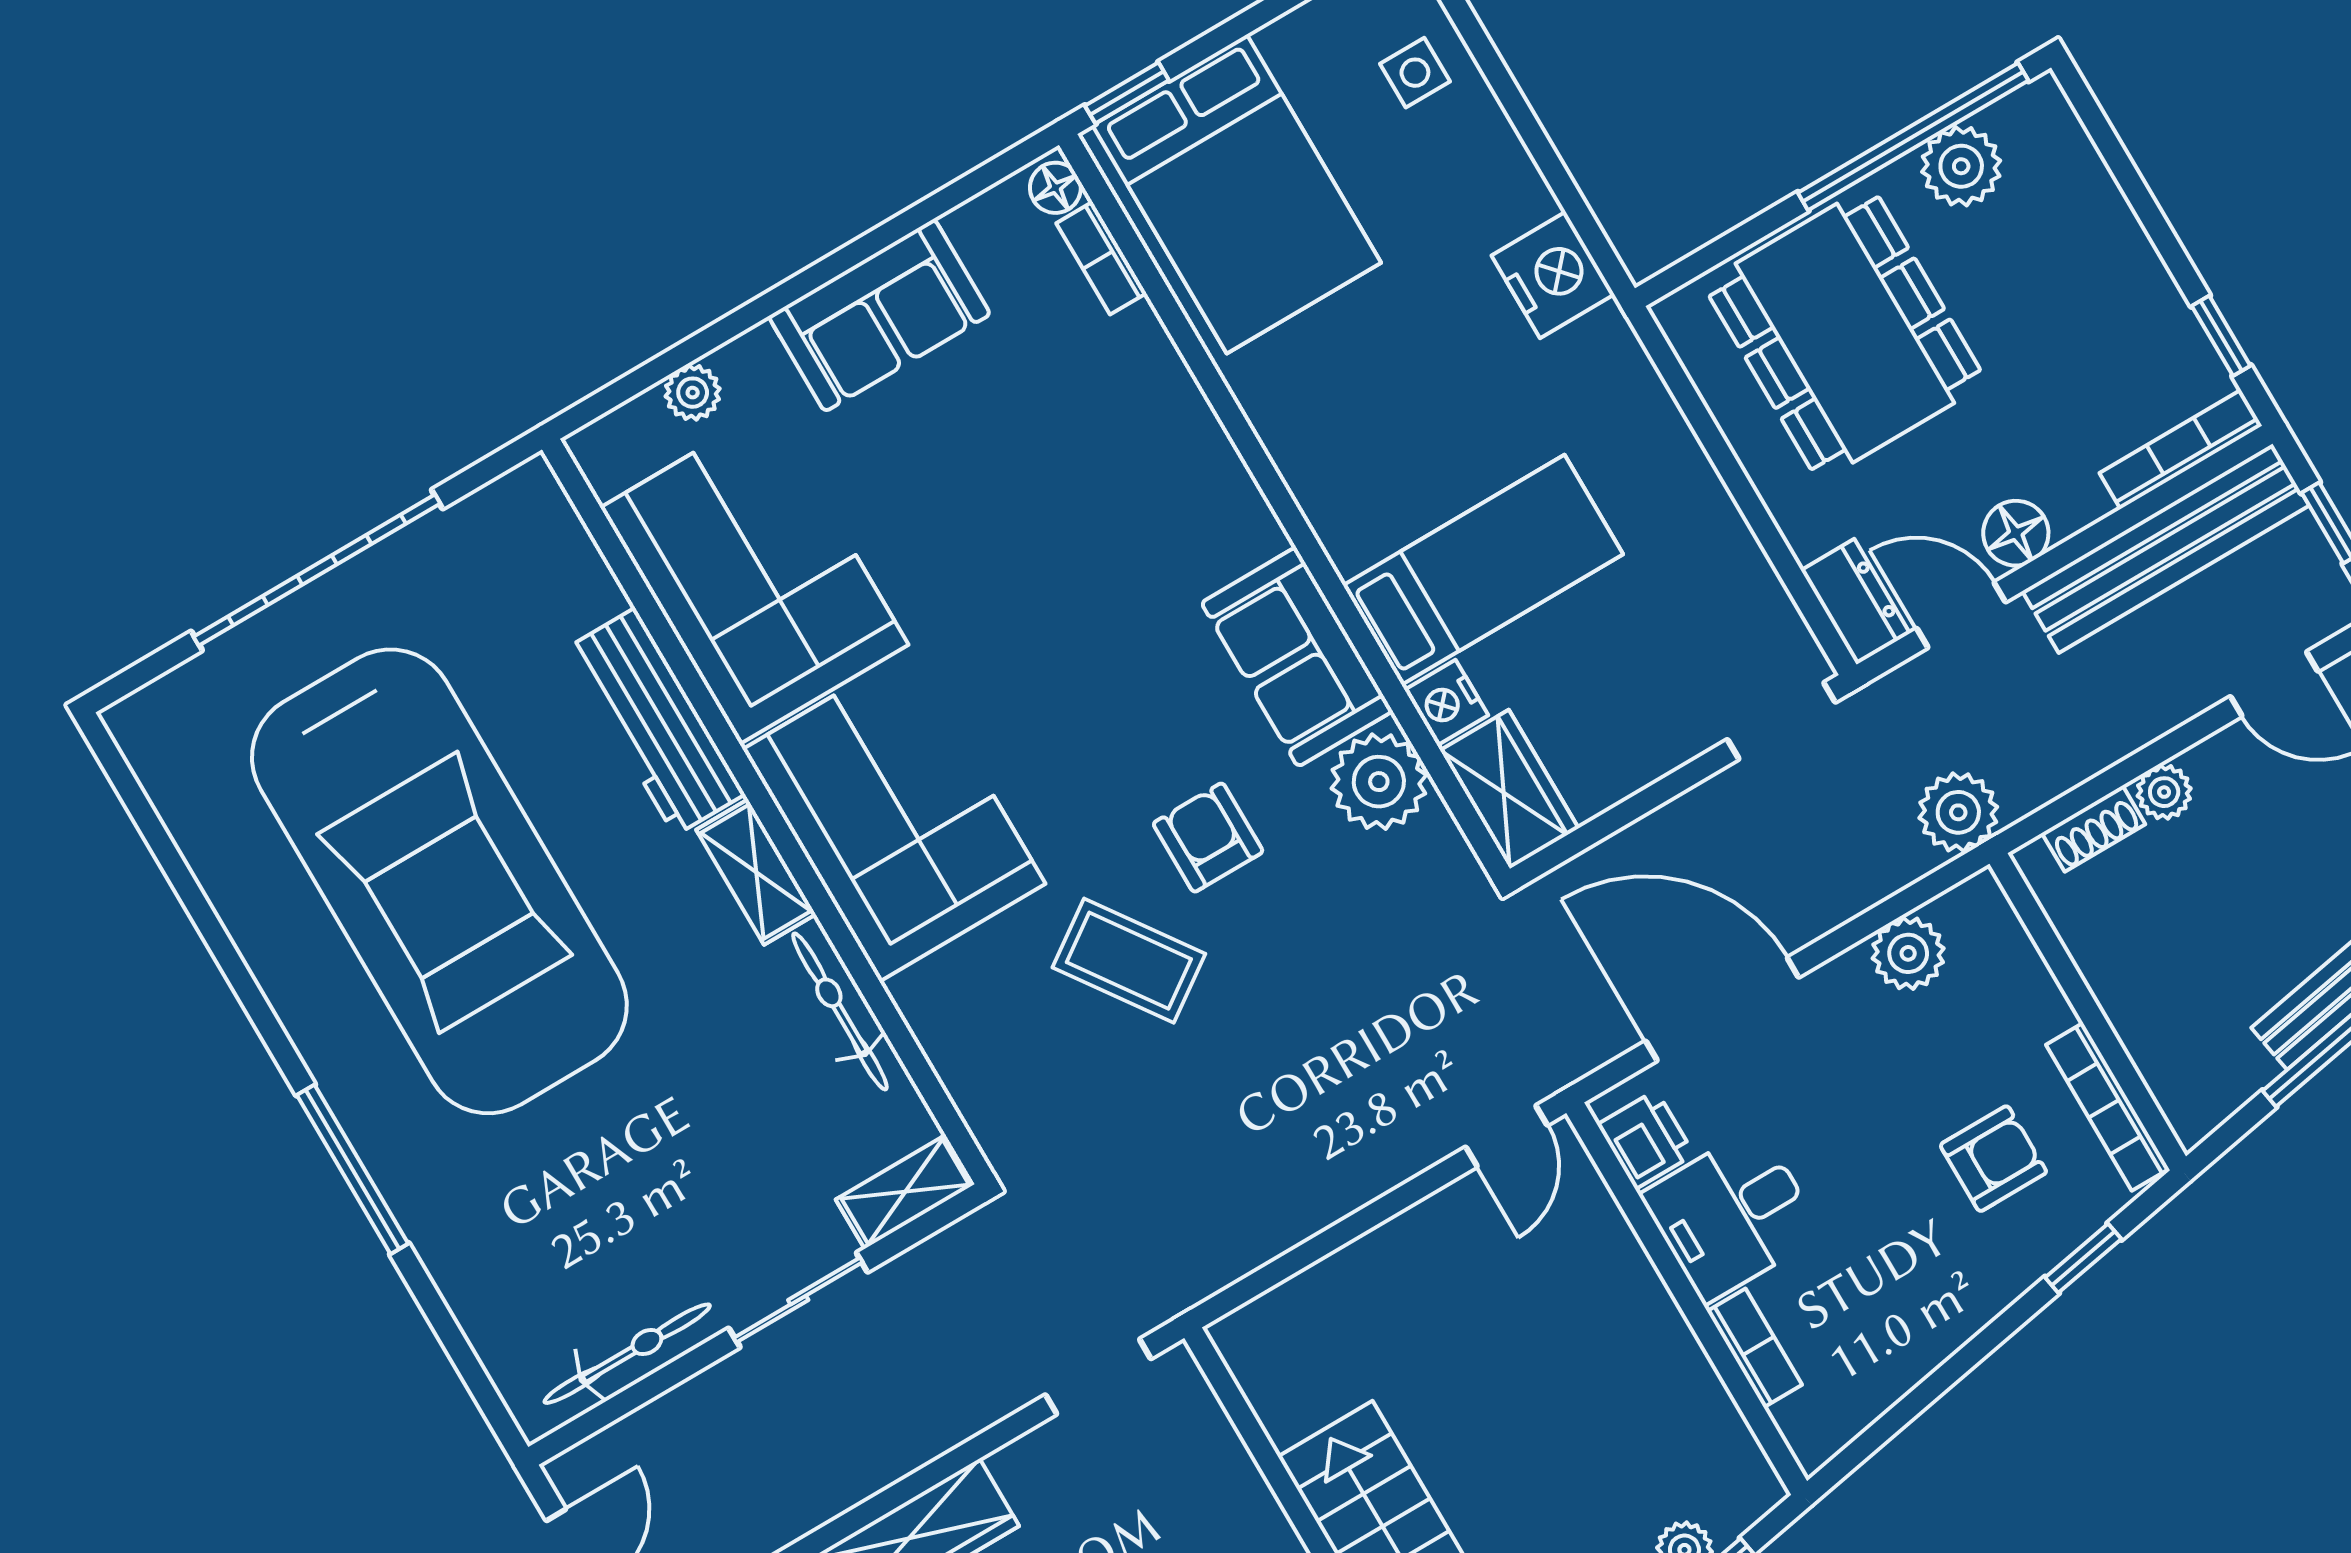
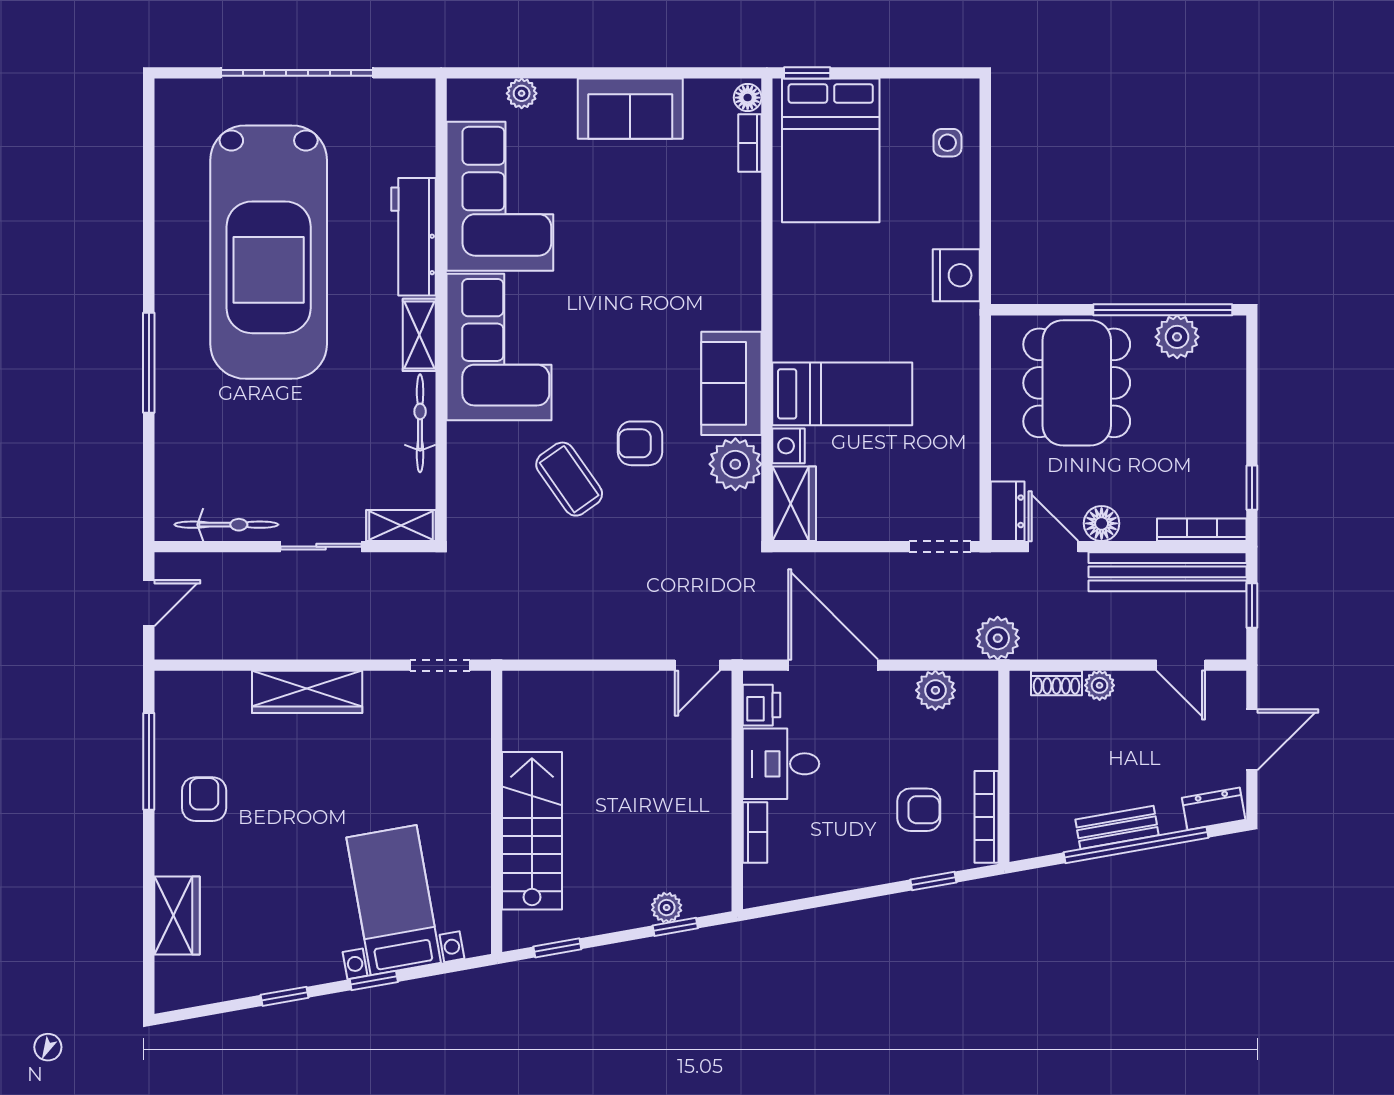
armchair: (1208, 838) -> (640, 443), turned -90

